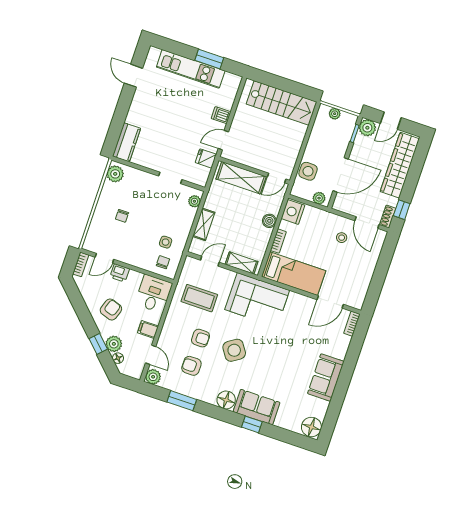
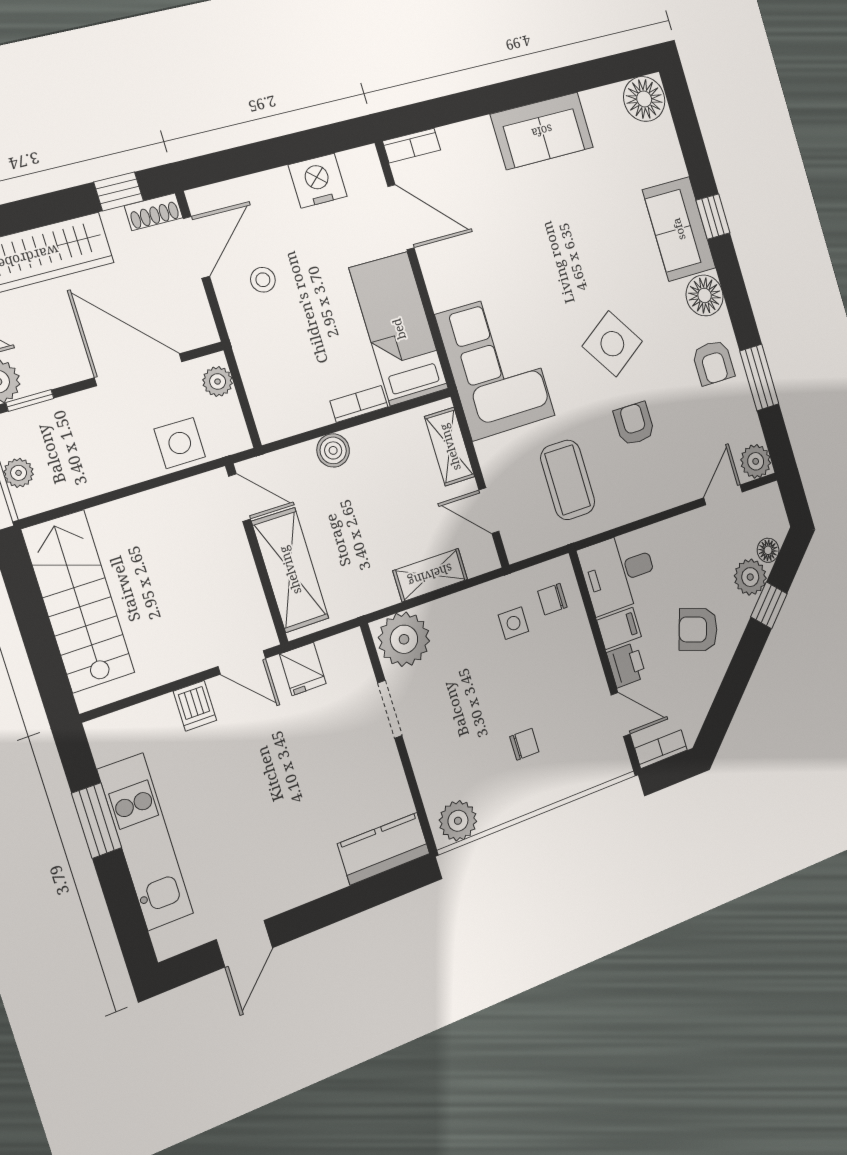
plant: (194, 201) -> (404, 639), width x1.87, depth x1.87
nightstand: (293, 212) -> (318, 181), moved, turned 180
filing cabinet: (148, 329) -> (619, 628), moved, turned -90
armchair: (191, 366) -> (713, 363), moved

